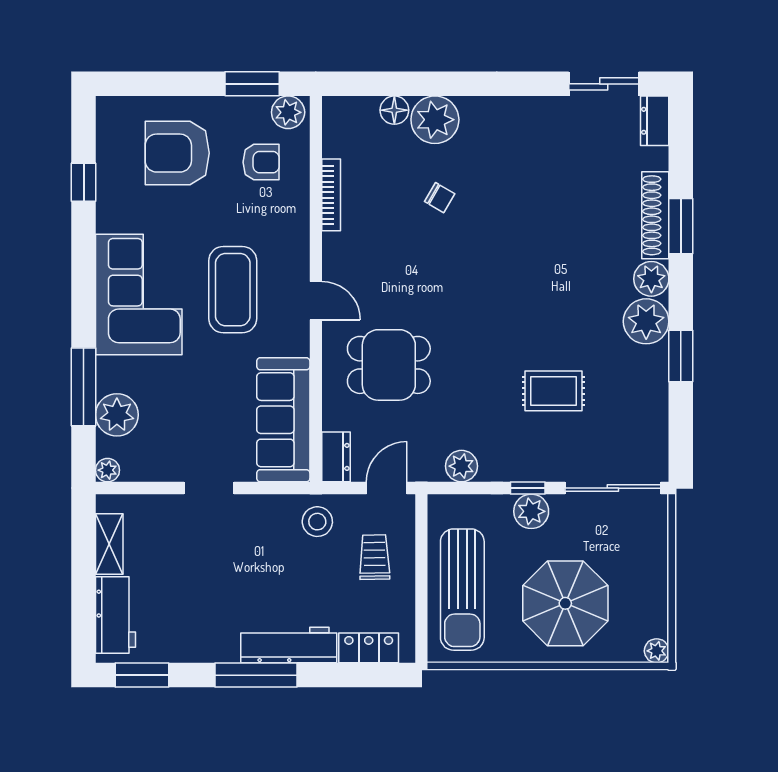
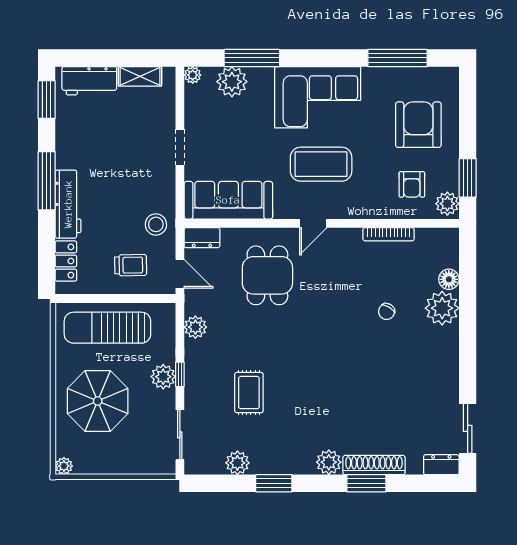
window: (84, 182) -> (398, 58), width x2.17
plant: (646, 321) -> (237, 463), moved, width x0.73, depth x0.73
sliding door: (613, 488) -> (180, 435), width x0.73

